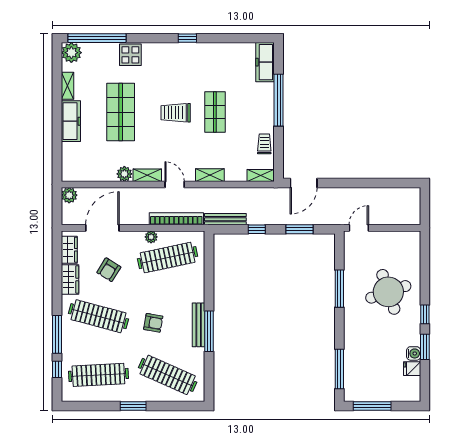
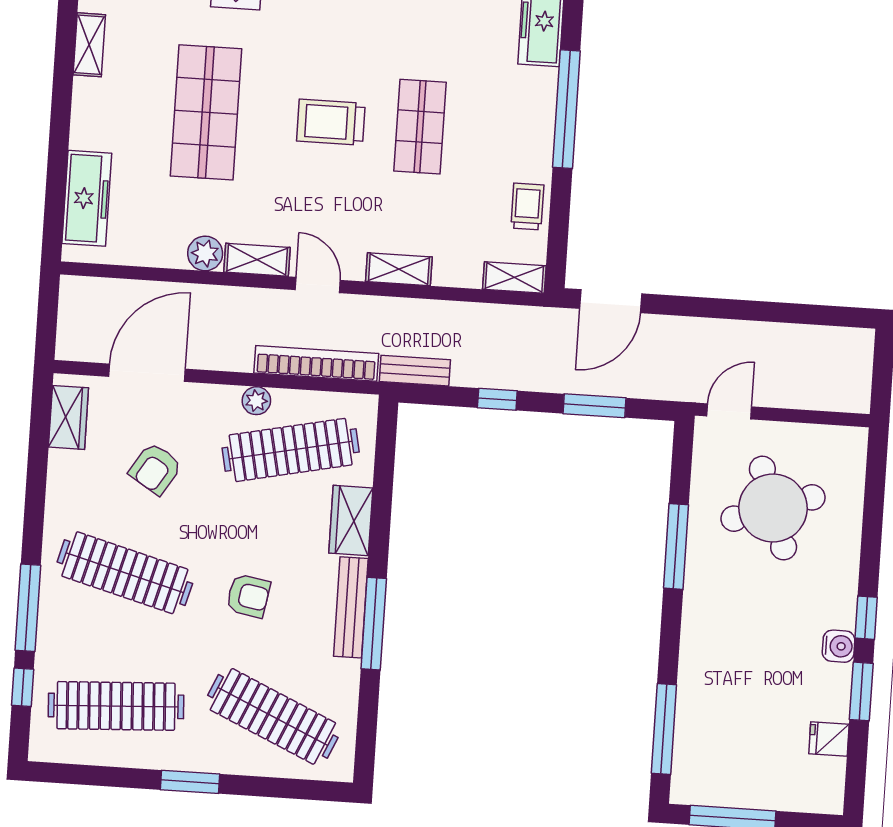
freezer: (71, 121) -> (87, 198), moved
plant: (69, 195) -> (77, 294), removed
bench: (225, 219) -> (415, 371), width x0.73
wardrobe: (70, 279) -> (351, 521), moved, turned 180
round table: (388, 292) -> (773, 508), moved
water cooler: (414, 353) -> (839, 646), moved

